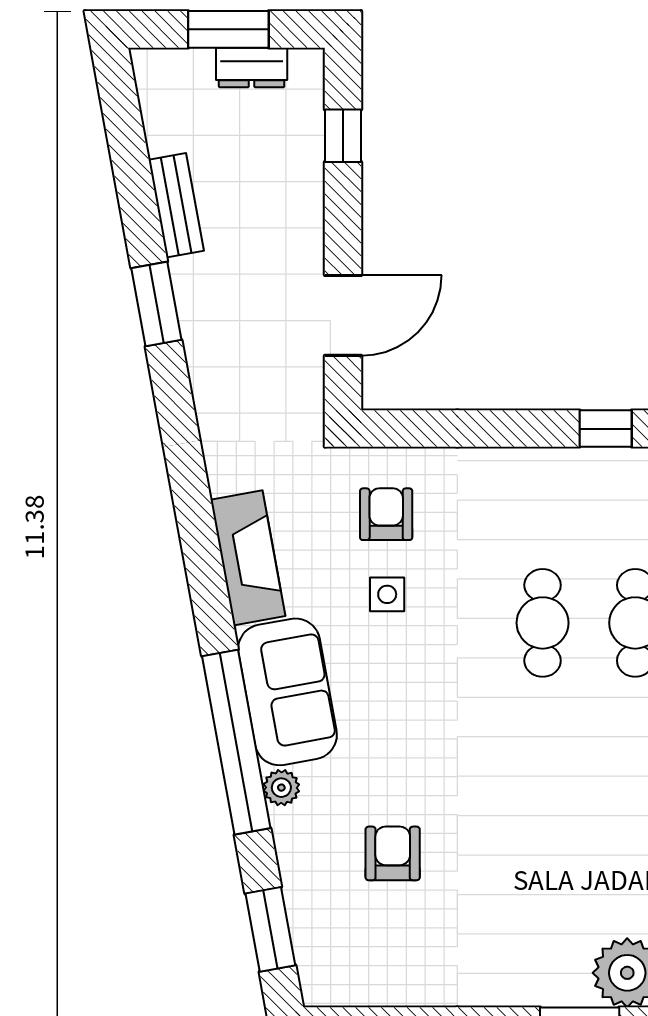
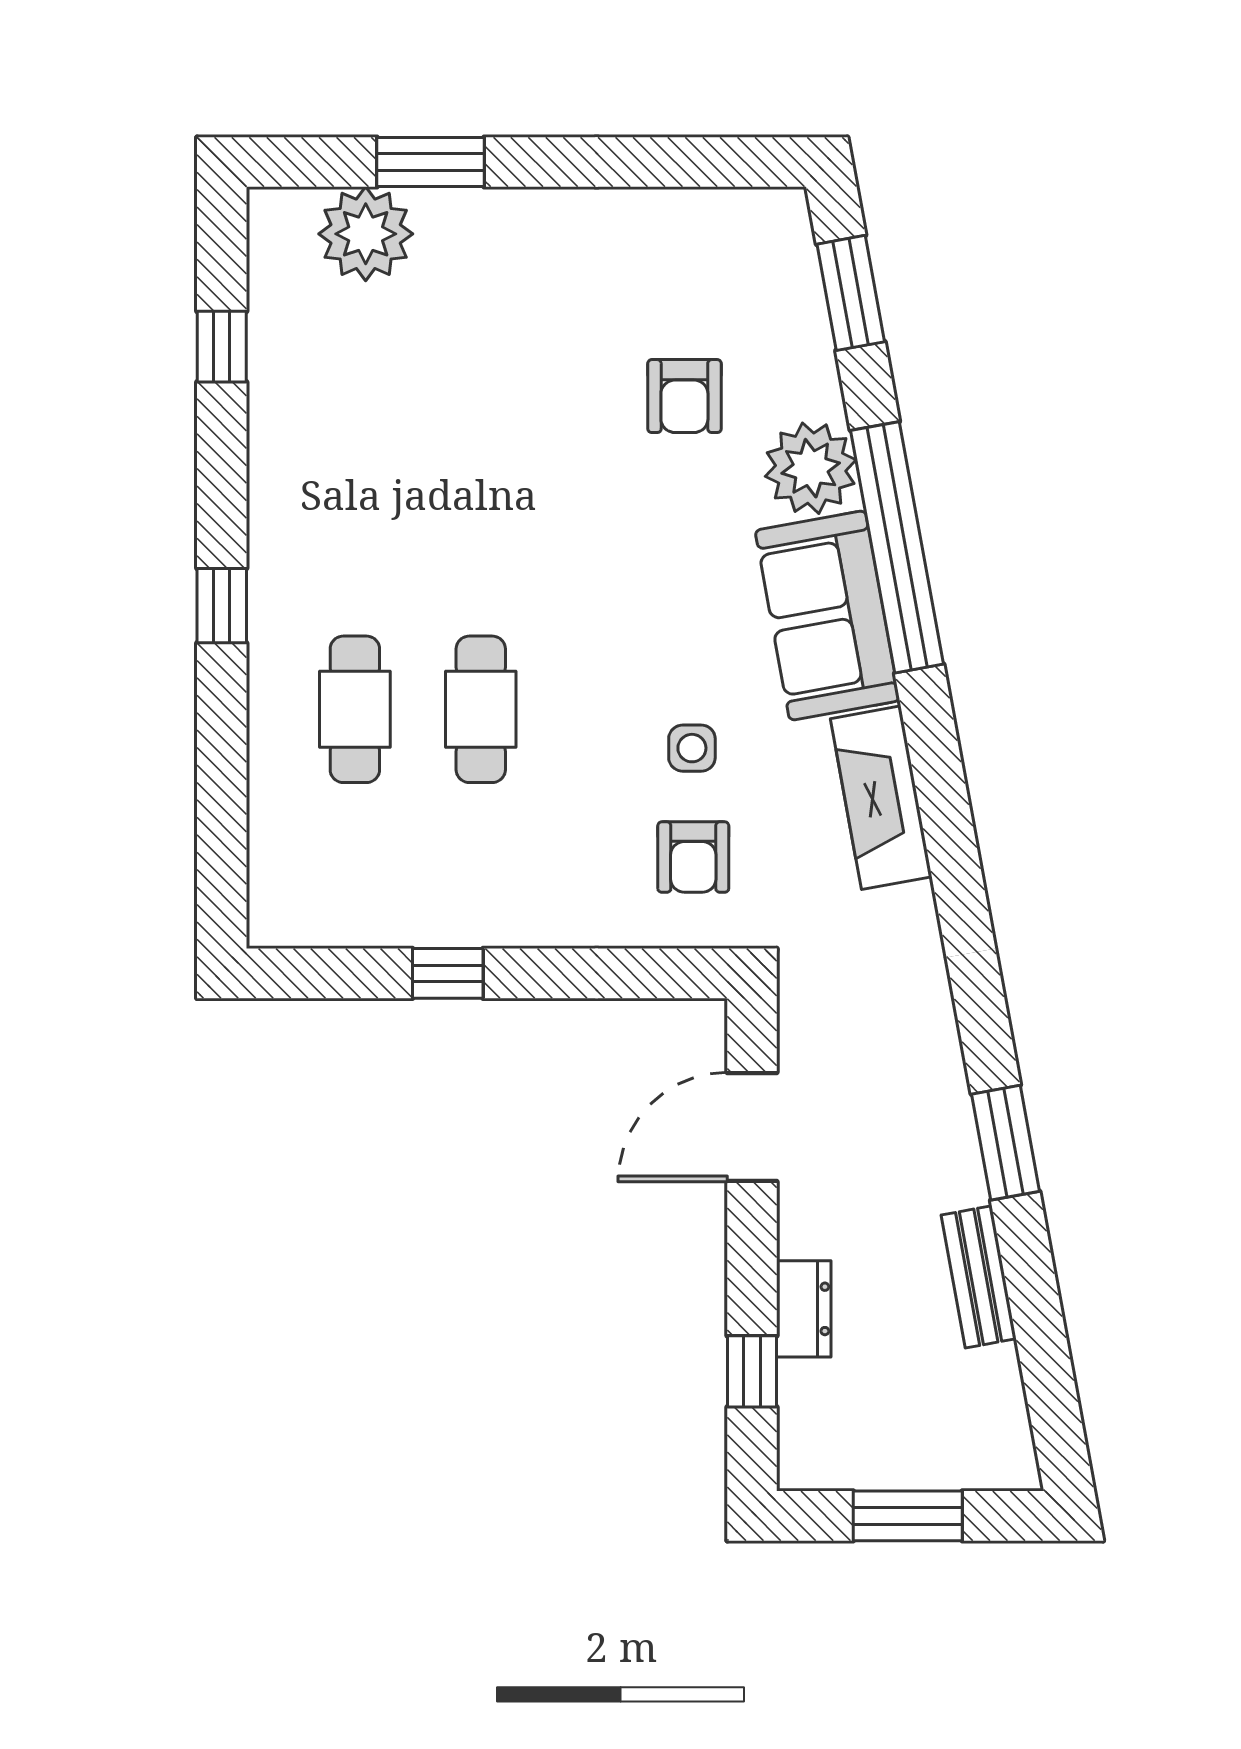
dresser: (252, 67) -> (804, 1309), moved, turned 90
window: (606, 429) -> (448, 973), moved
plant: (281, 788) -> (811, 468), width x1.88, depth x1.88

